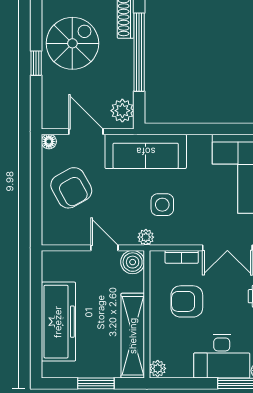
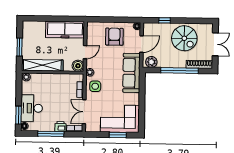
window: (36, 63) -> (165, 20), moved
armchair: (71, 188) -> (114, 37), turned 119
side table: (162, 205) -> (95, 86), moved
armchair: (187, 301) -> (58, 92), removed
freezer: (58, 322) -> (65, 30), moved

